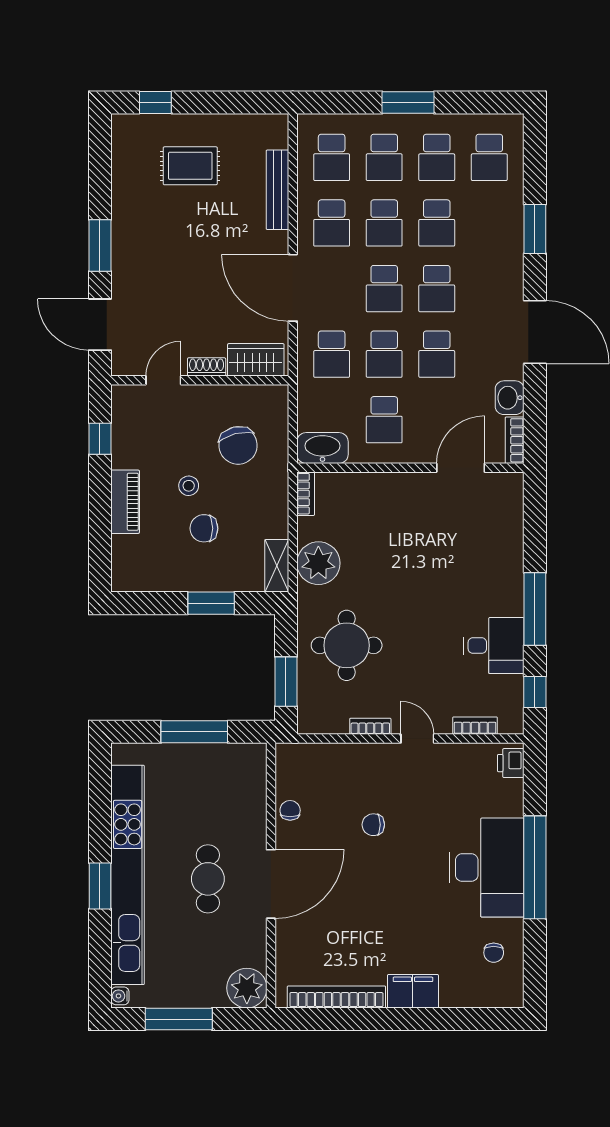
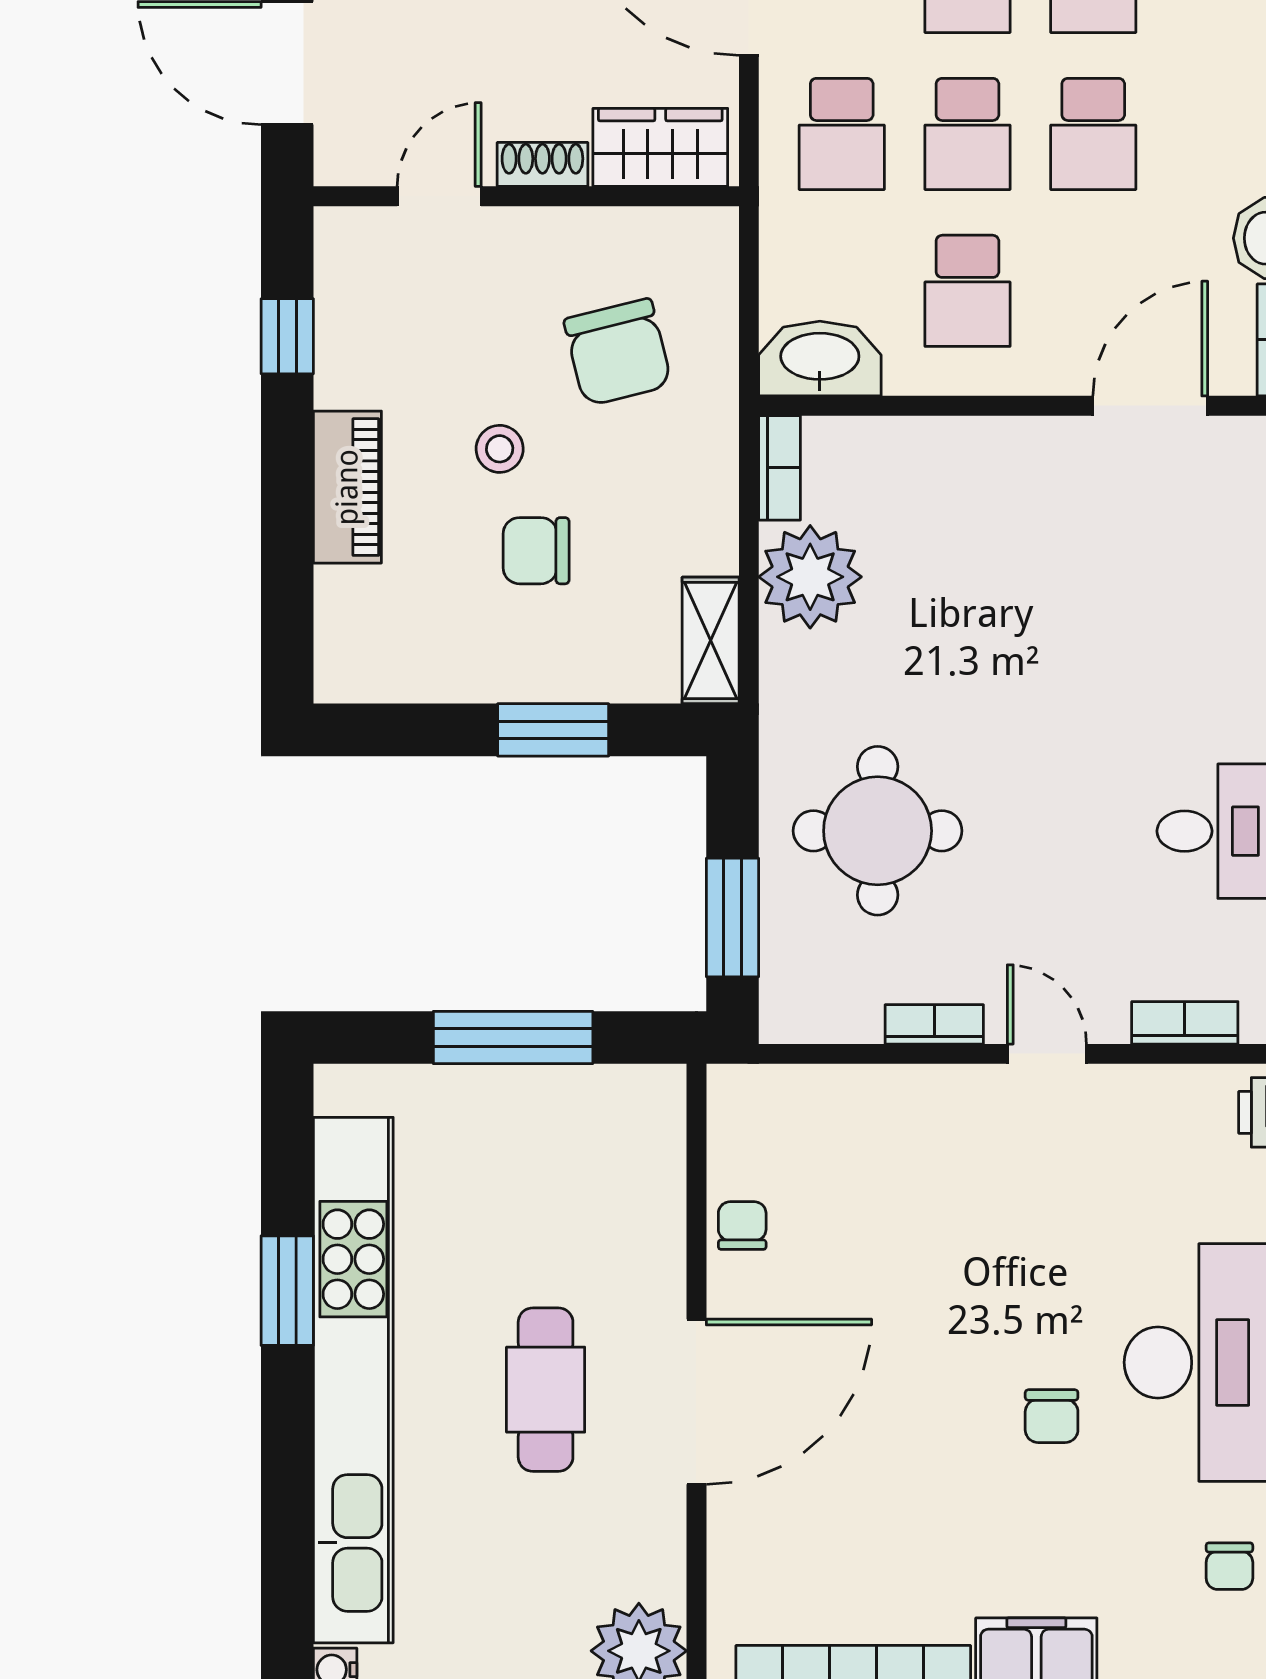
plant: (318, 563) -> (810, 577), moved
chair: (373, 825) -> (1052, 1416), moved, turned -90
window: (100, 886) -> (287, 1291), moved

